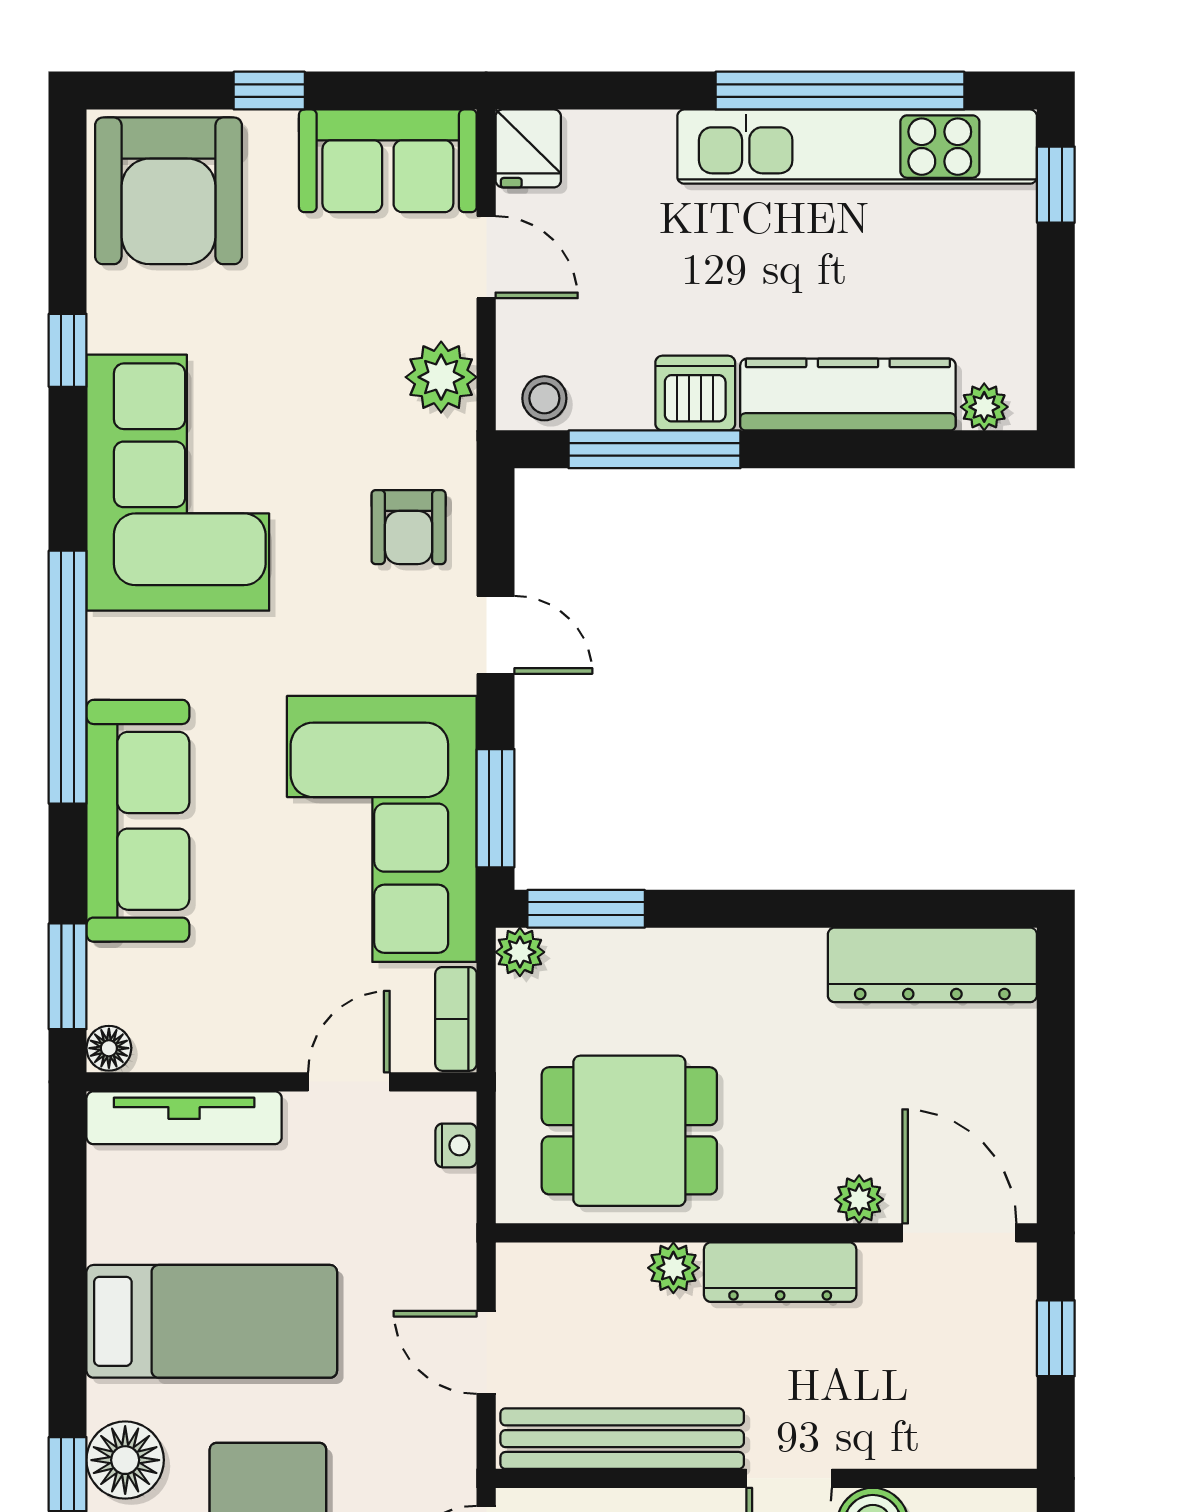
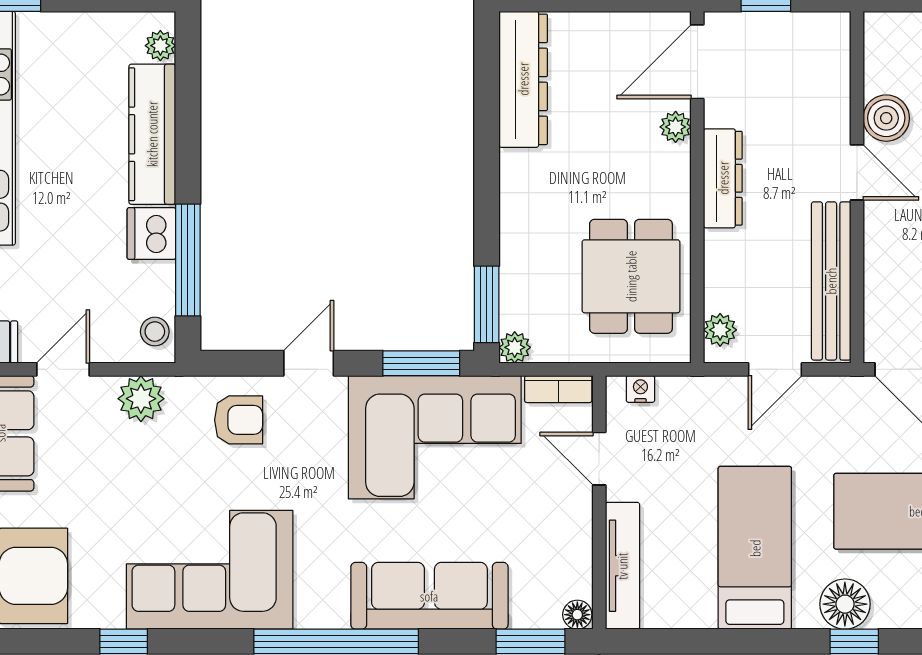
plant: (673, 1268) -> (720, 330), moved

